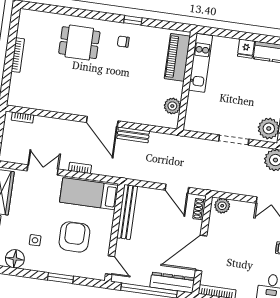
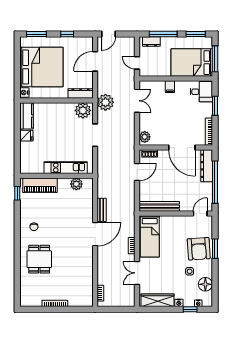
window: (133, 20) -> (17, 193), moved
kitchen unit: (200, 63) -> (66, 168), moved
armchair: (74, 237) -> (199, 249), moved, turned -94

